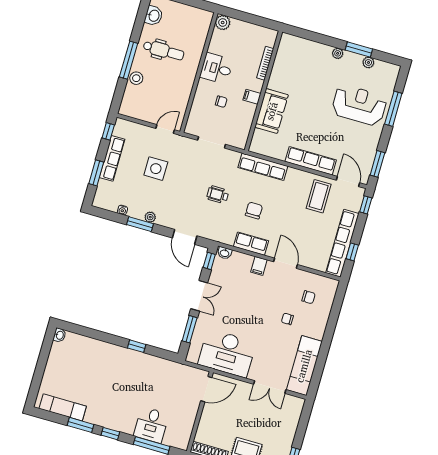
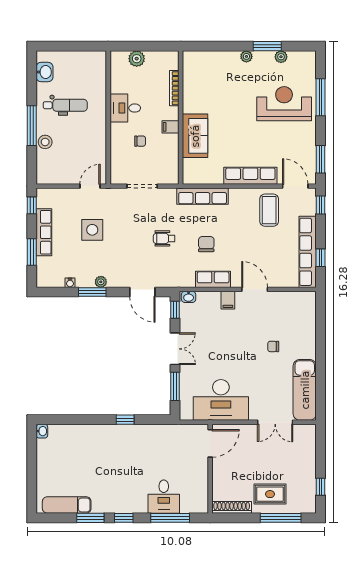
plant: (223, 23) -> (137, 59), moved
chair: (309, 297) -> (289, 318), removed

